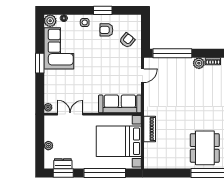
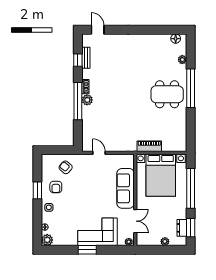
corner sofa: (59, 48) -> (97, 232), moved
window: (172, 53) -> (78, 101), moved
sofa: (120, 104) -> (126, 188), moved
double door: (70, 114) -> (135, 221), swing flipped

